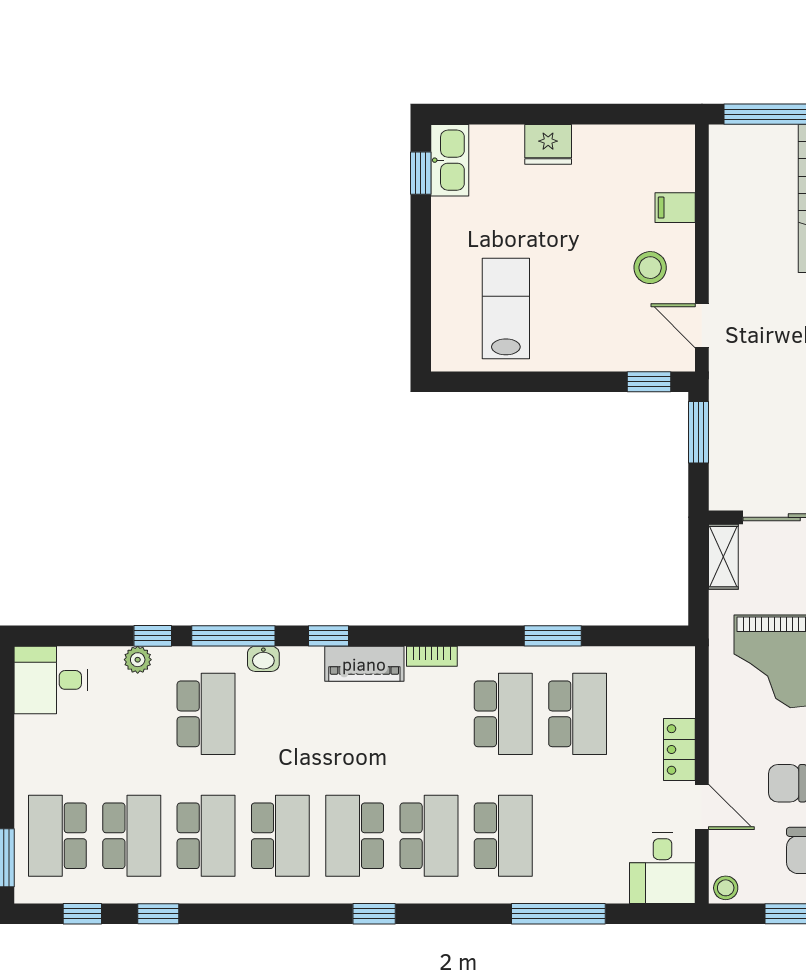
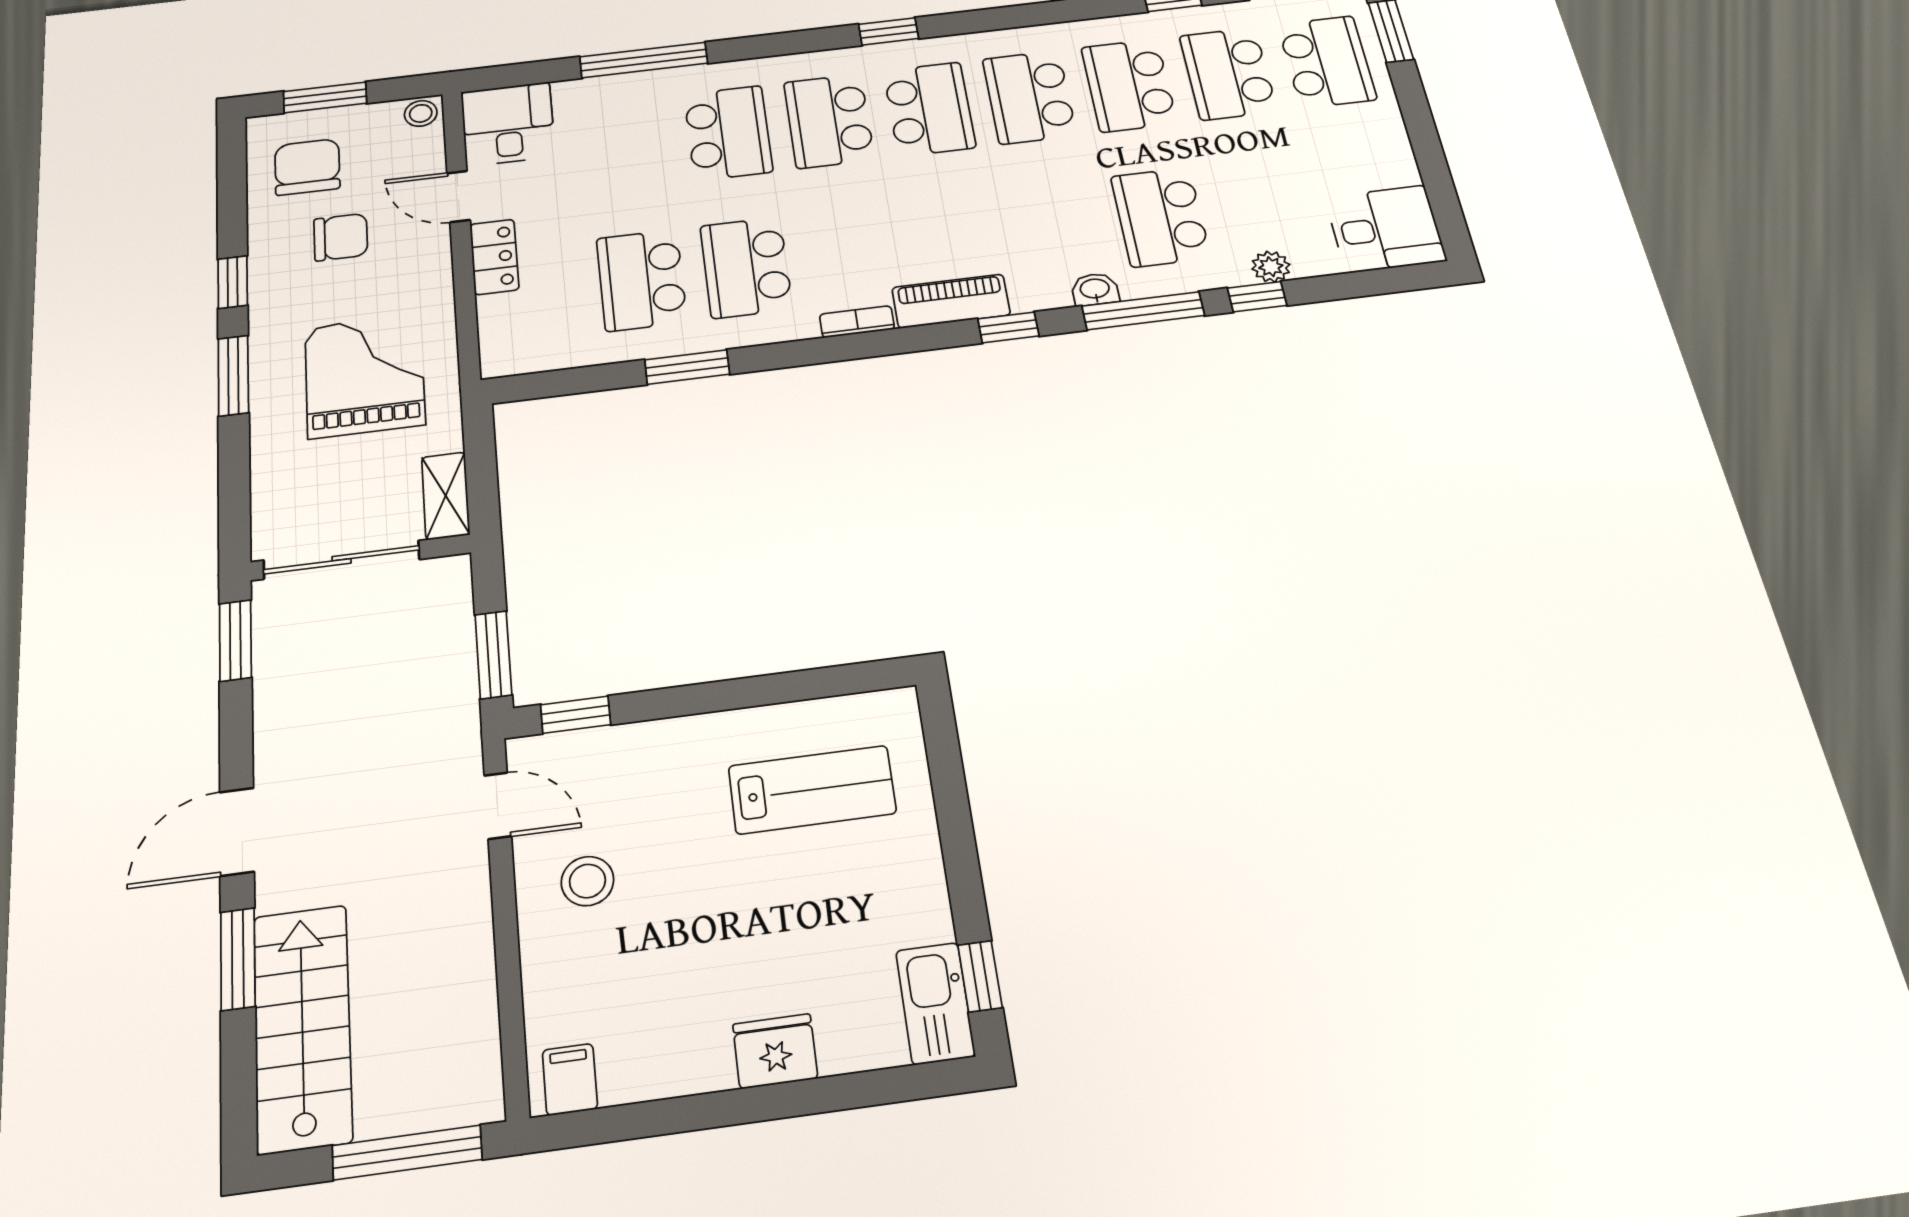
filing cabinet: (675, 208) -> (570, 1079), moved, turned -90
lab bench: (506, 309) -> (812, 790), turned -90
school desk: (503, 836) -> (728, 133), turned 180

